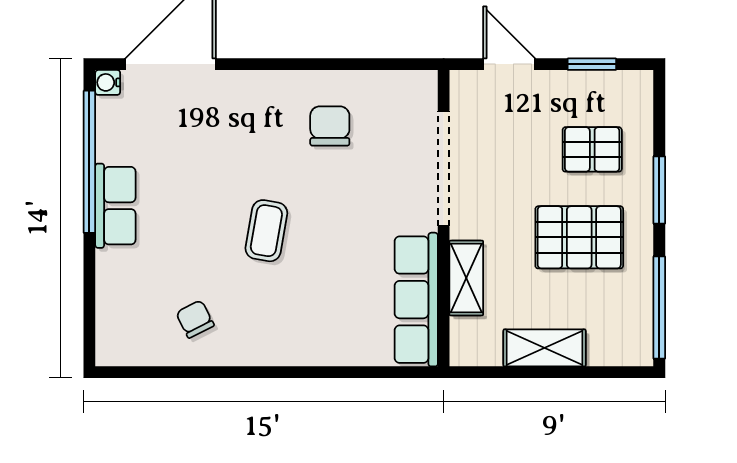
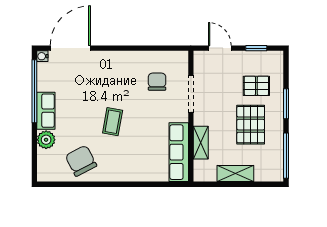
chair: (330, 126) -> (157, 82), moved
doorway: (444, 168) -> (191, 94), width x0.73
pallet: (579, 237) -> (251, 125), turned 90
plant: (116, 271) -> (46, 140), added
chair: (195, 319) -> (81, 161), width x1.87, depth x1.87

